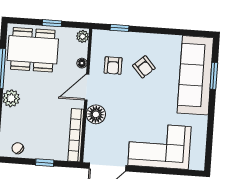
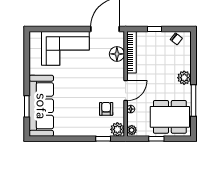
plant: (101, 39) -> (117, 129), added
armchair: (144, 67) -> (82, 110), removed
floor lamp: (96, 114) -> (117, 54), moved

